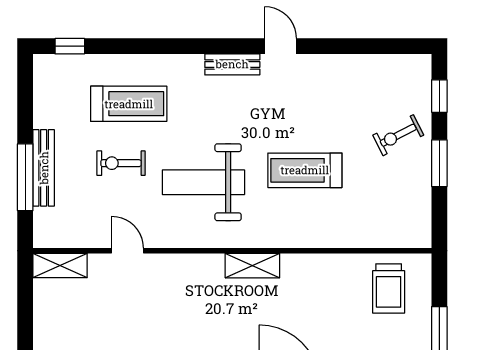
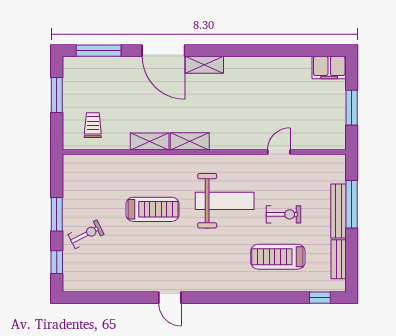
bench: (232, 64) -> (339, 259), moved, turned 90
door: (128, 251) -> (279, 152), swing flipped
shelving: (60, 266) -> (150, 141), moved
trolley: (389, 288) -> (93, 125), width x0.73, depth x0.72
window: (25, 313) -> (352, 108), added

